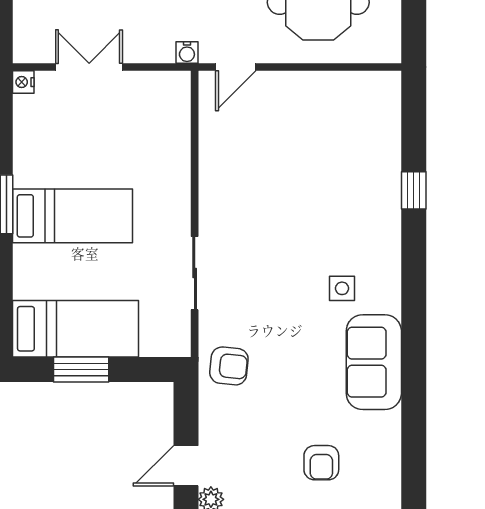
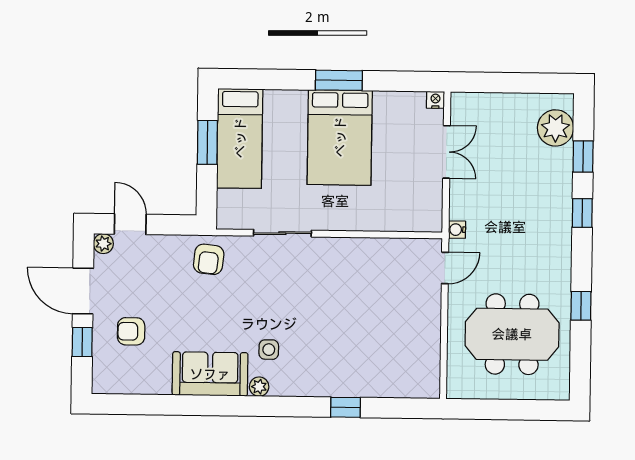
door: (236, 67) -> (445, 268), swing flipped
bed: (73, 216) -> (340, 137), width x1.50
plant: (389, 300) -> (259, 387), added

